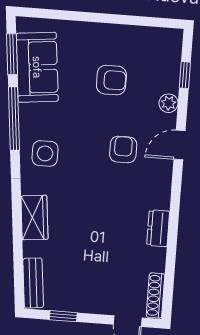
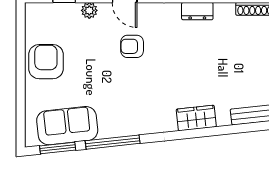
armchair: (111, 80) -> (46, 62), moved, width x1.38, depth x1.38
side table: (45, 153) -> (141, 113), removed

